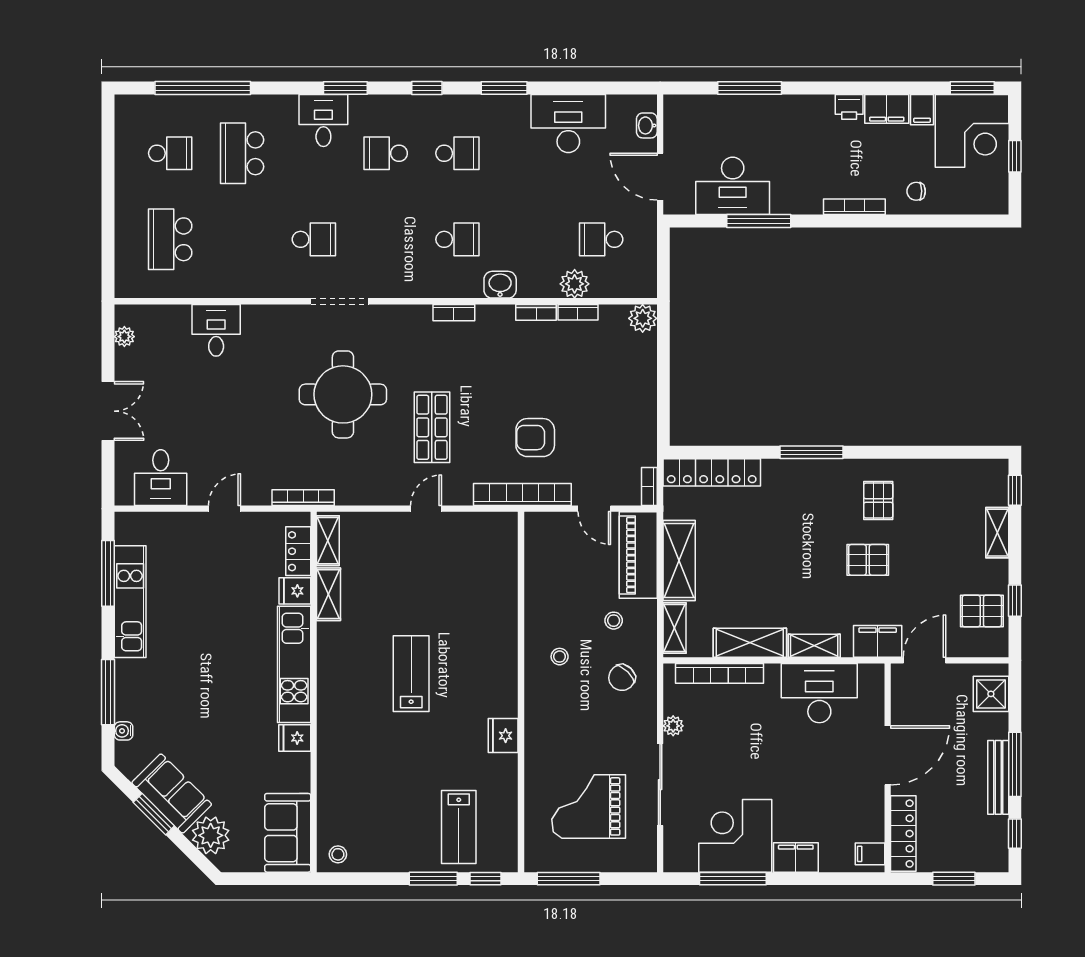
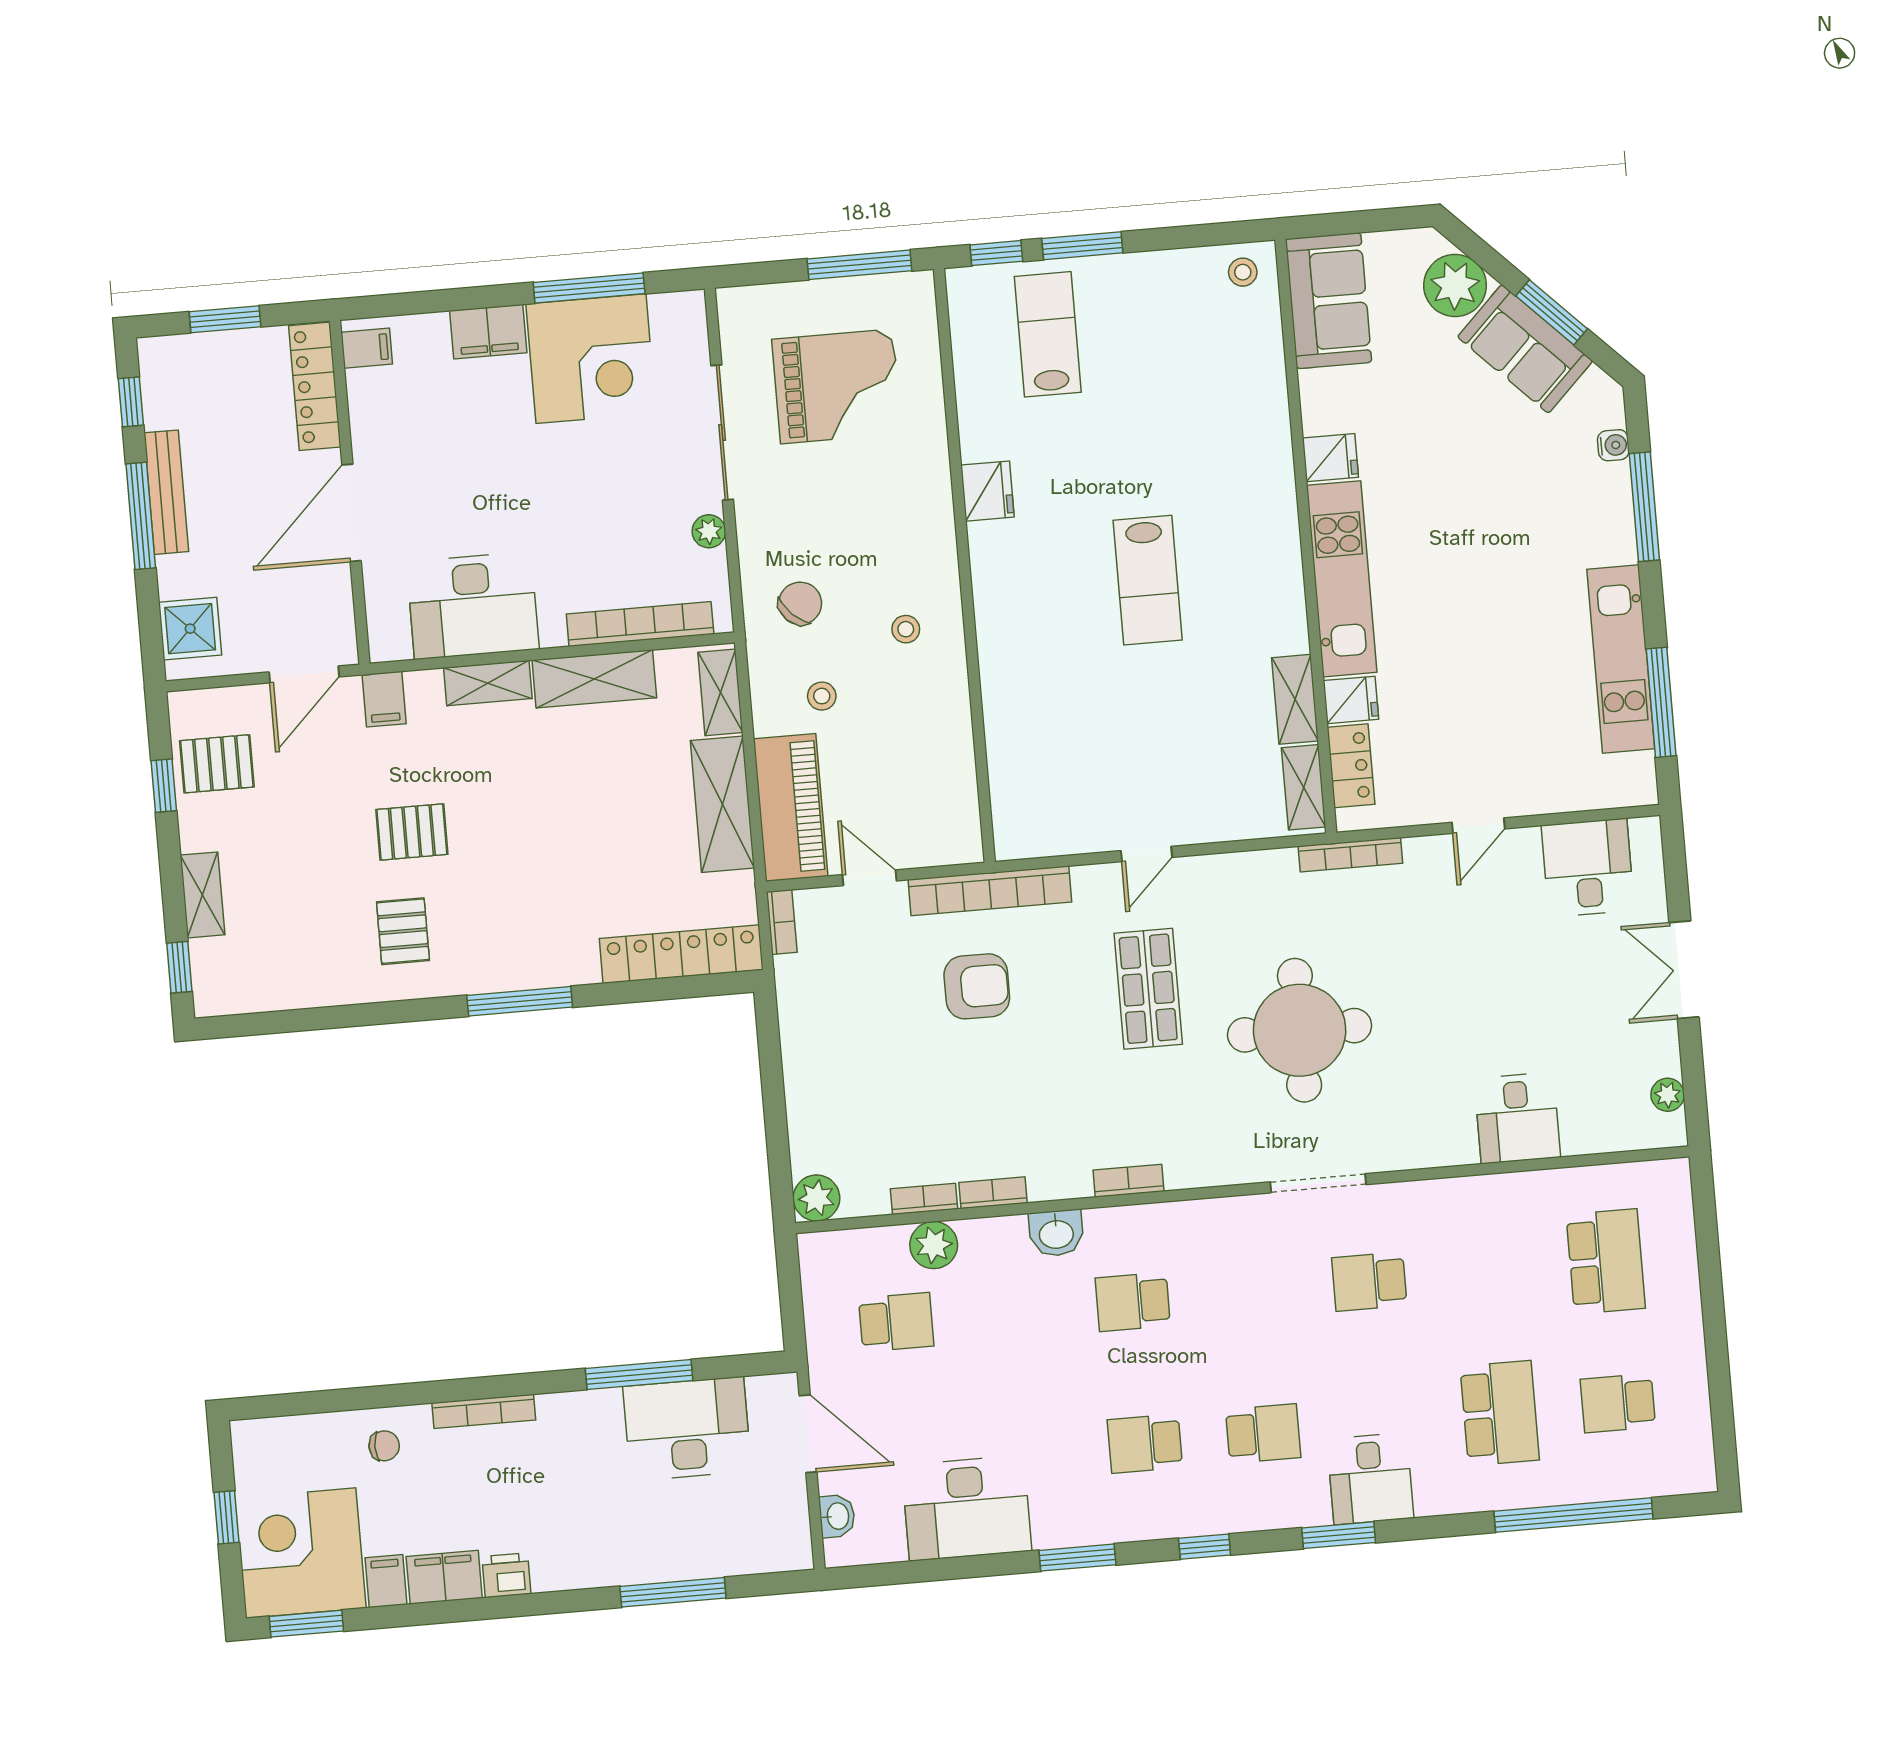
filing cabinet: (878, 641) -> (384, 699), width x0.50

